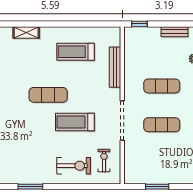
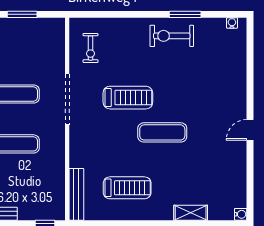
bench: (115, 67) -> (76, 194), moved
exercise bike: (74, 166) -> (172, 36), moved

